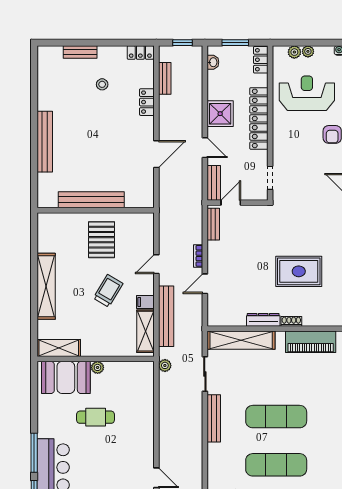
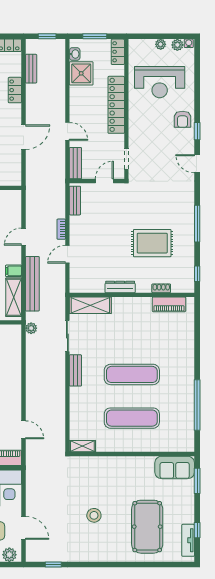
plant: (294, 52) -> (177, 45), moved
reception desk: (307, 93) -> (160, 82), turned 180
shower: (220, 114) -> (81, 73), moved
door: (231, 203) -> (104, 181), moved
shoe rack: (291, 321) -> (161, 288), moved
shelving: (241, 340) -> (90, 305), width x0.68
piano: (311, 342) -> (169, 304), width x0.73, depth x0.75
bench: (214, 418) -> (75, 370), width x0.73

